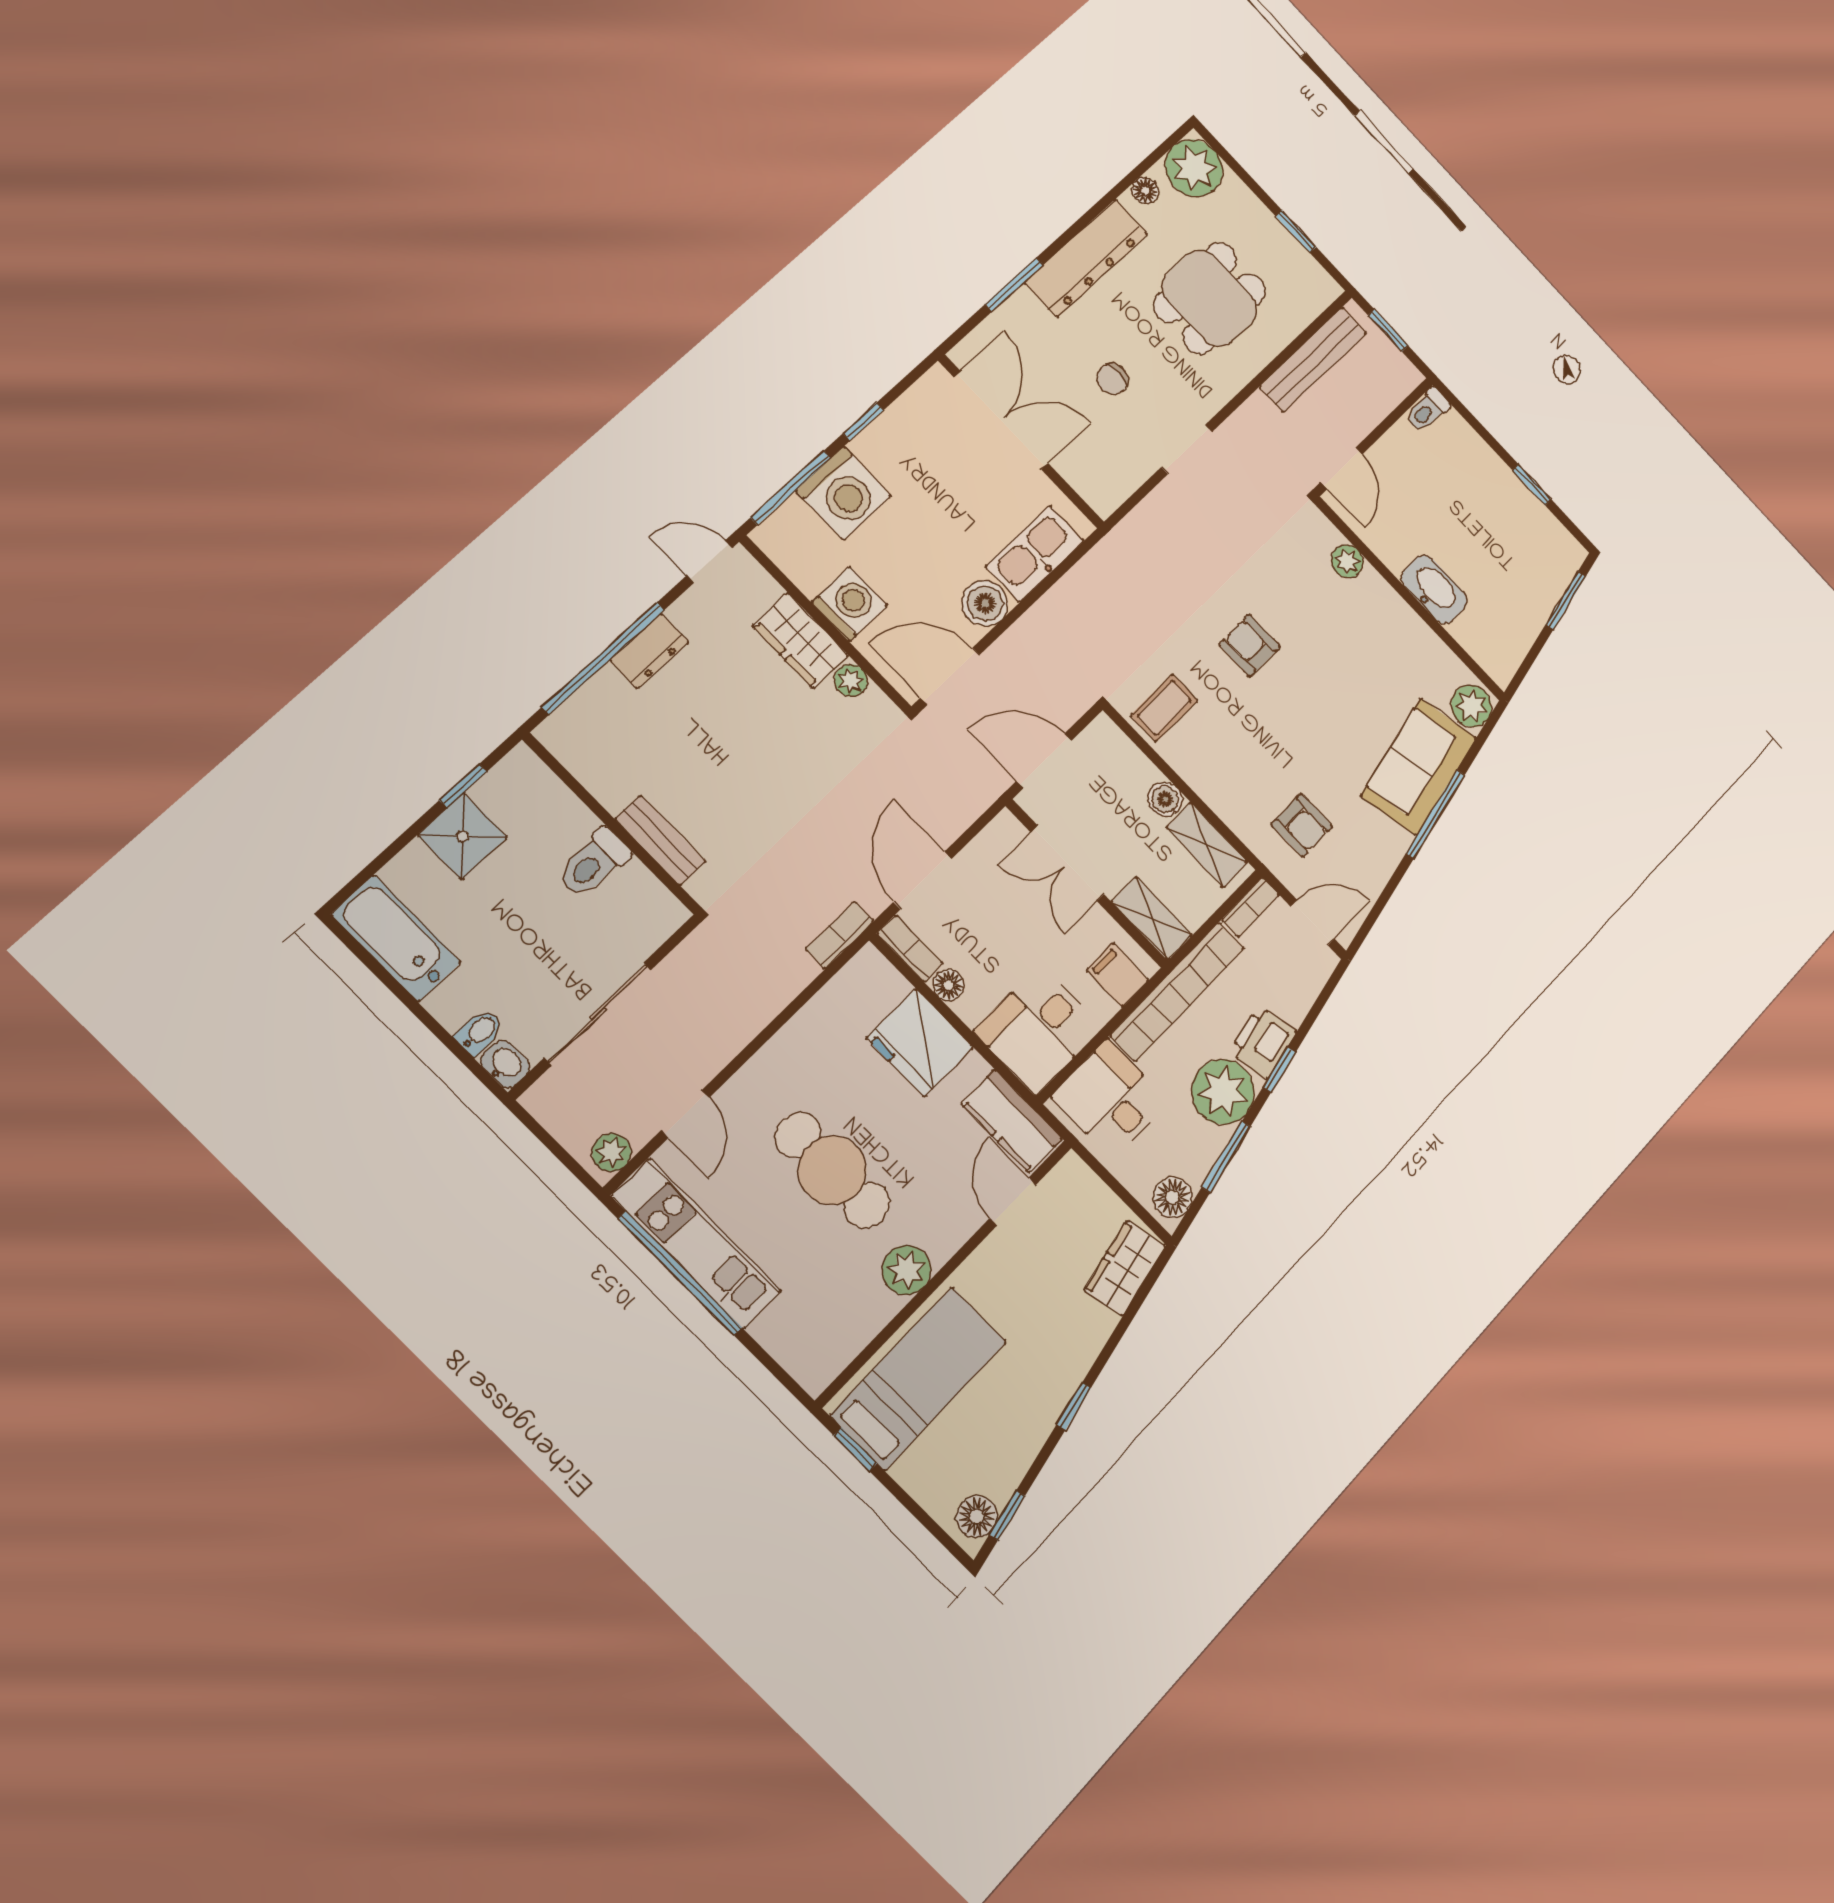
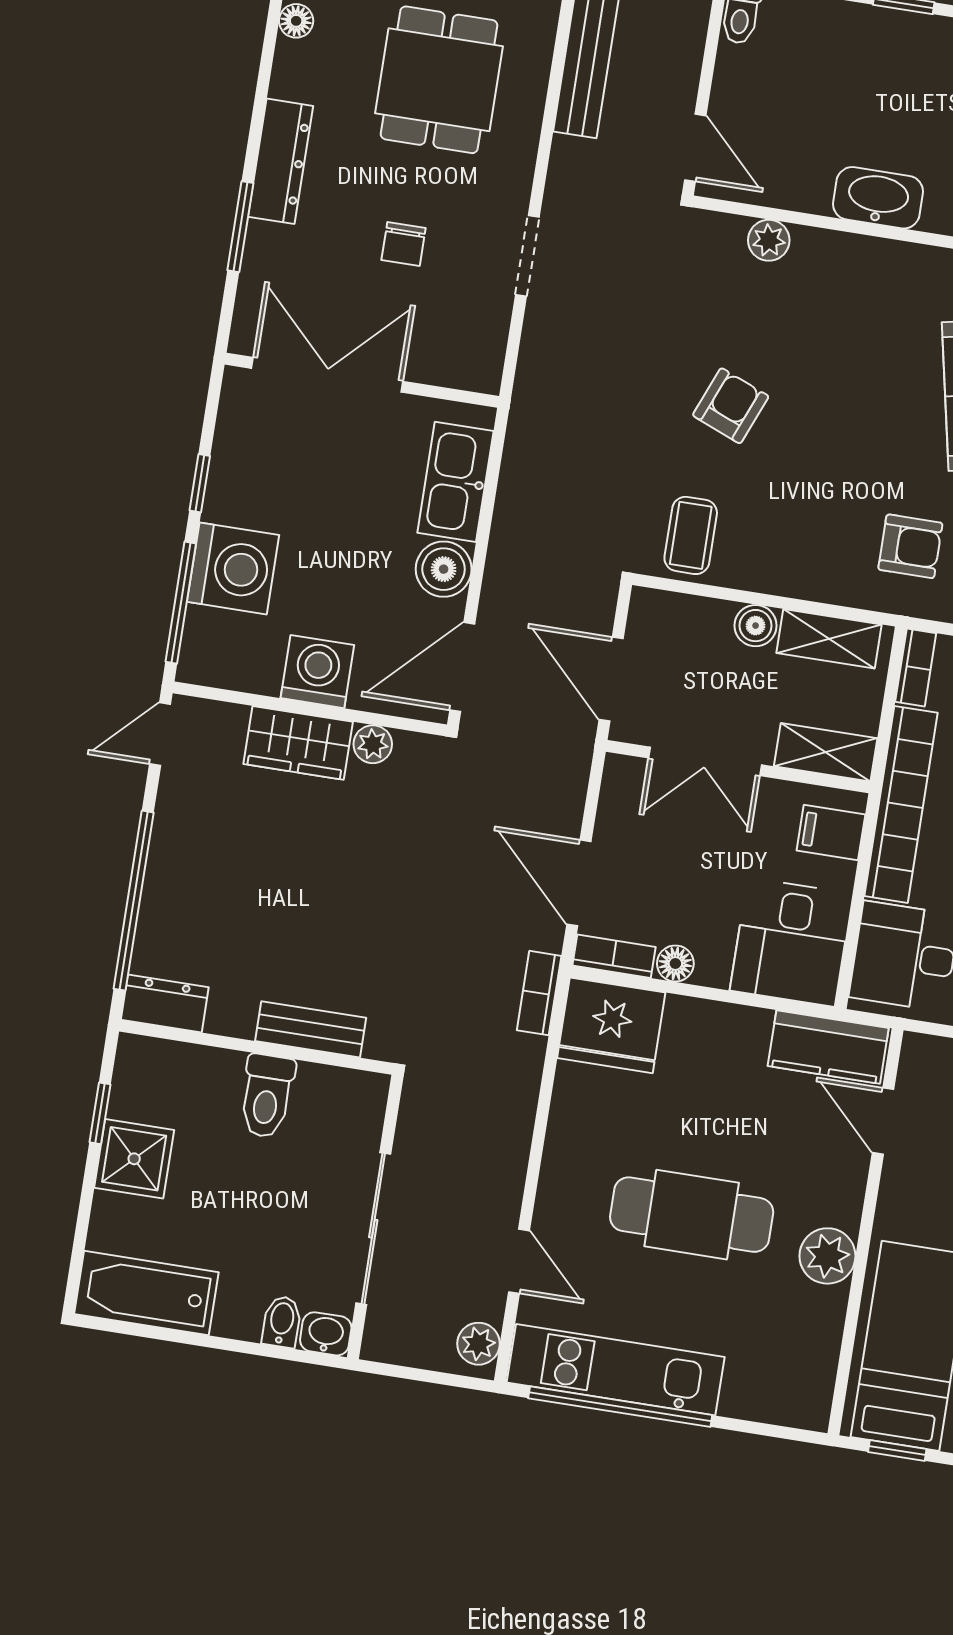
dresser: (1086, 258) -> (281, 161), width x0.73, depth x0.80
armchair: (1250, 645) -> (731, 406), turned 112
dresser: (649, 651) -> (165, 1003), moved, turned -90
door: (1044, 761) -> (611, 679), hinge flipped
fridge: (920, 1043) -> (611, 1025), moved

